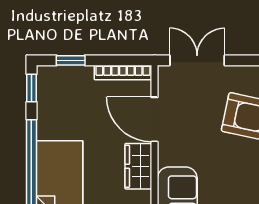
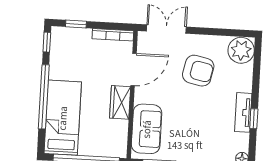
door: (155, 119) -> (134, 70), swing flipped

